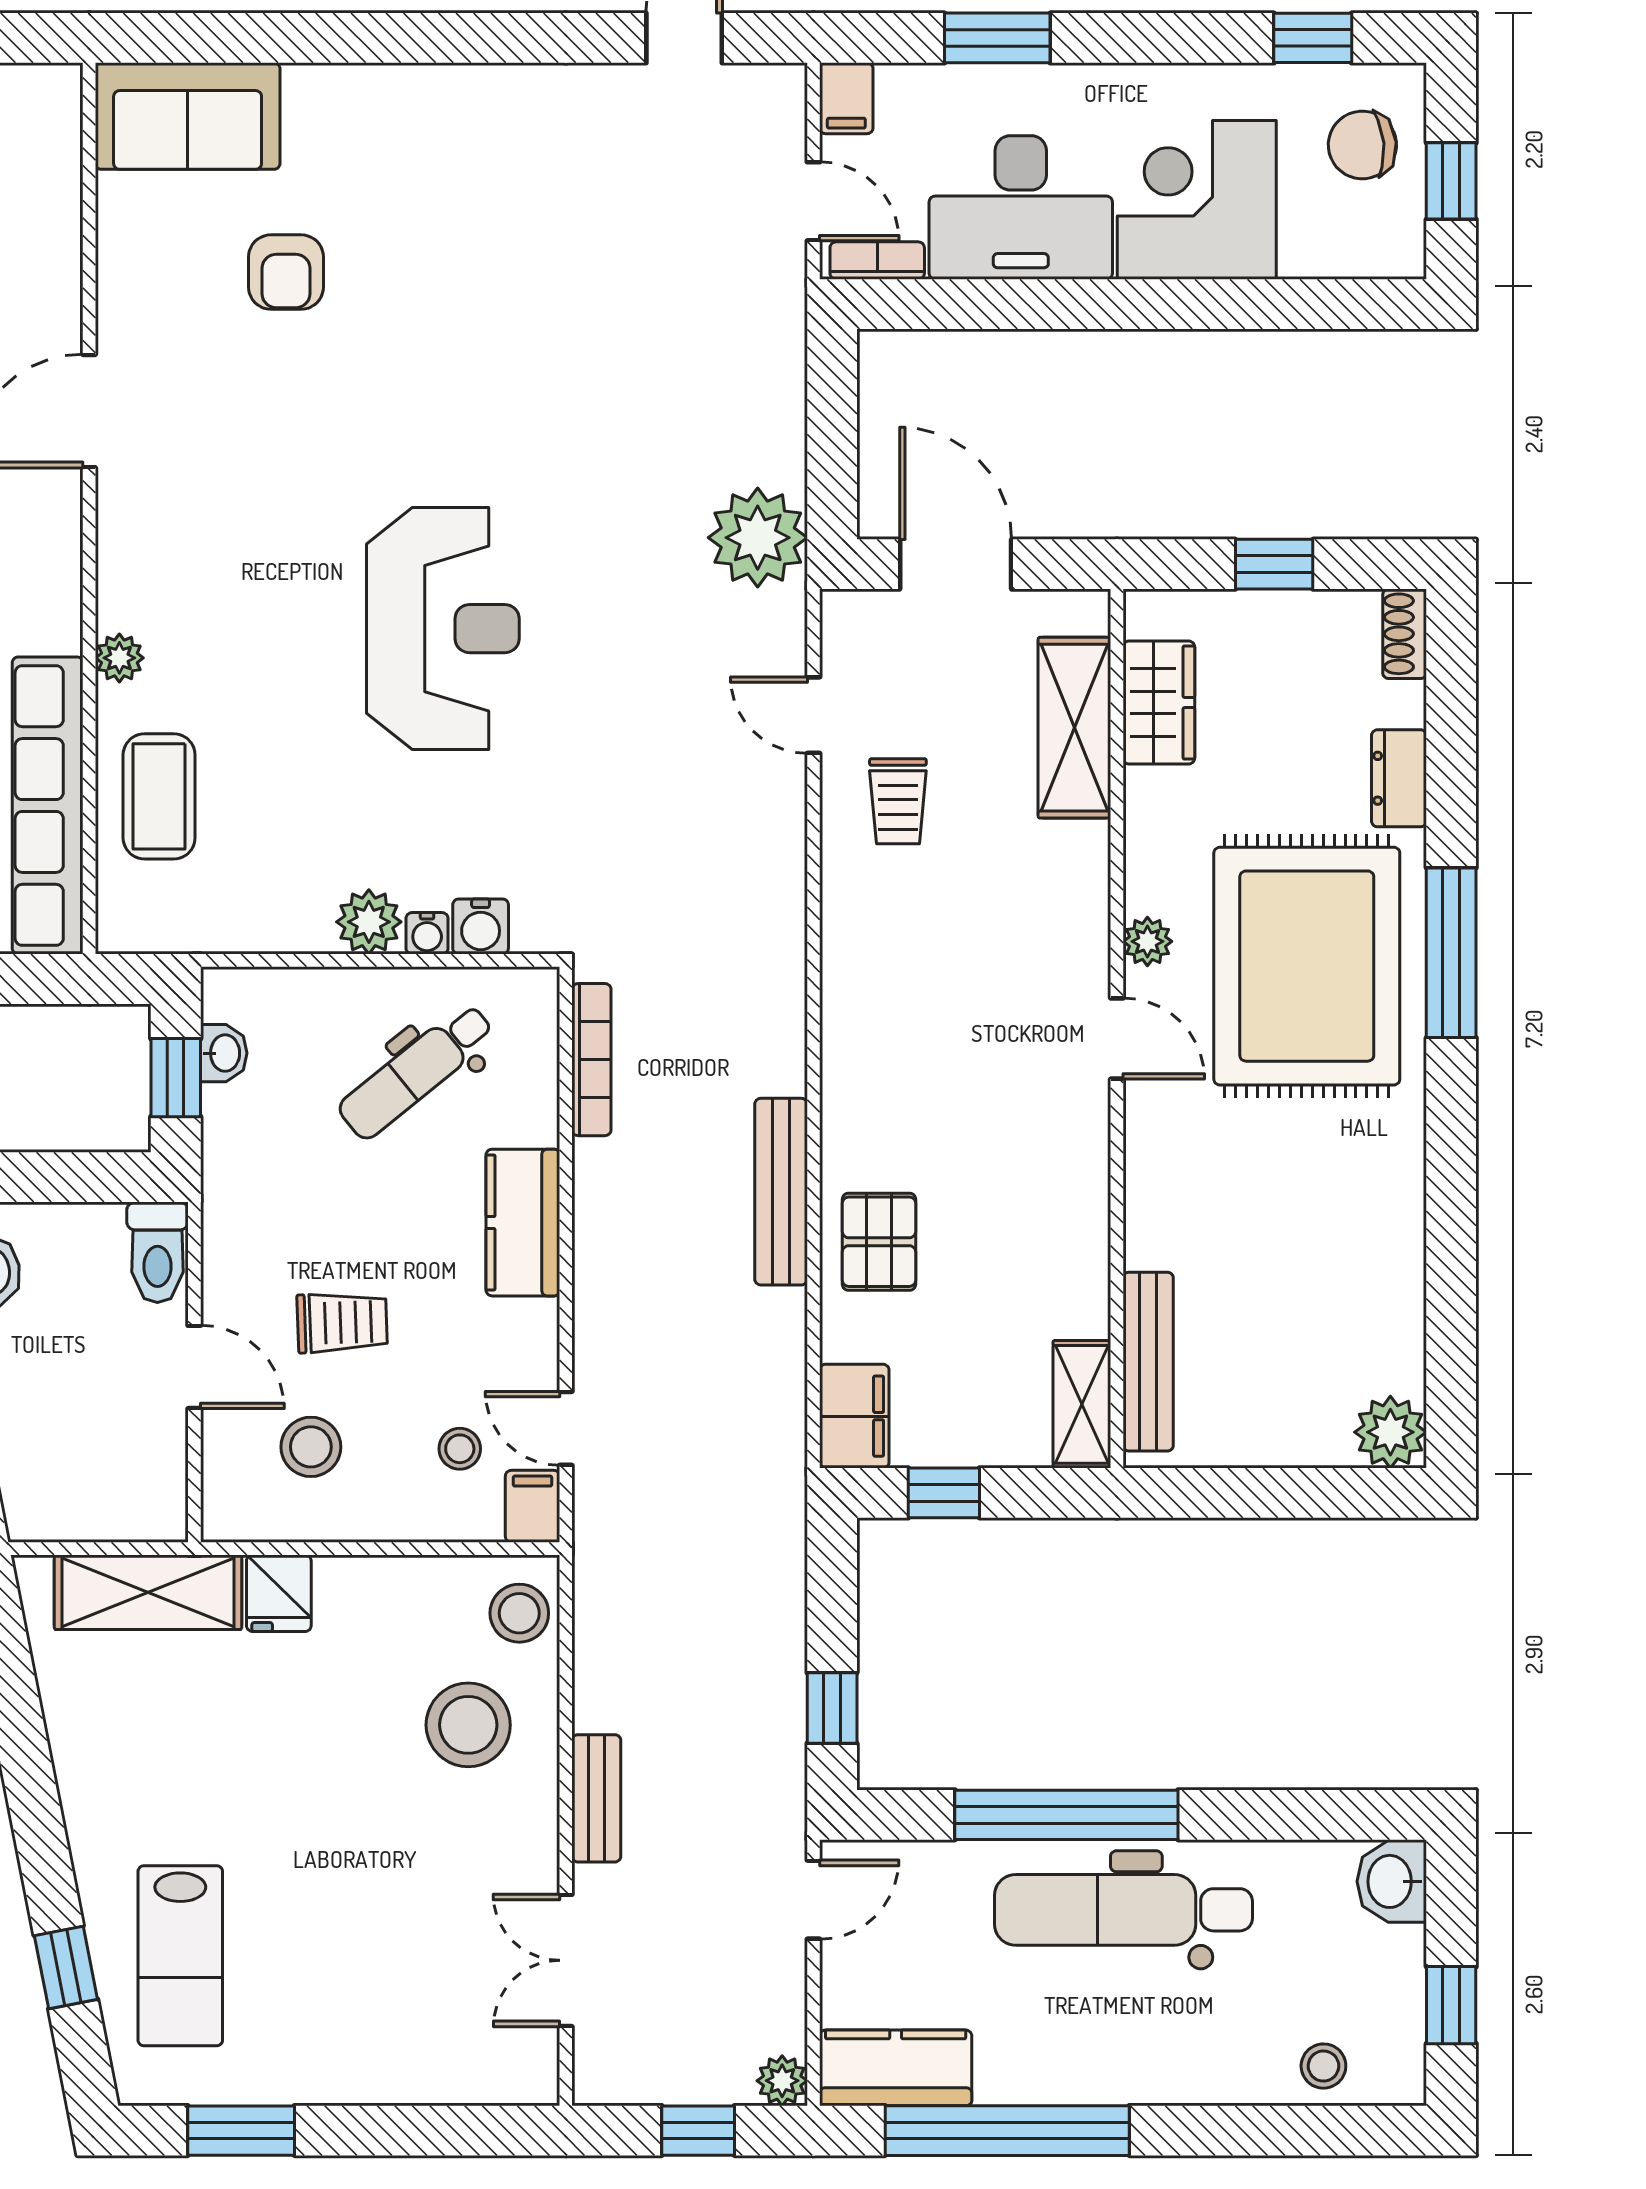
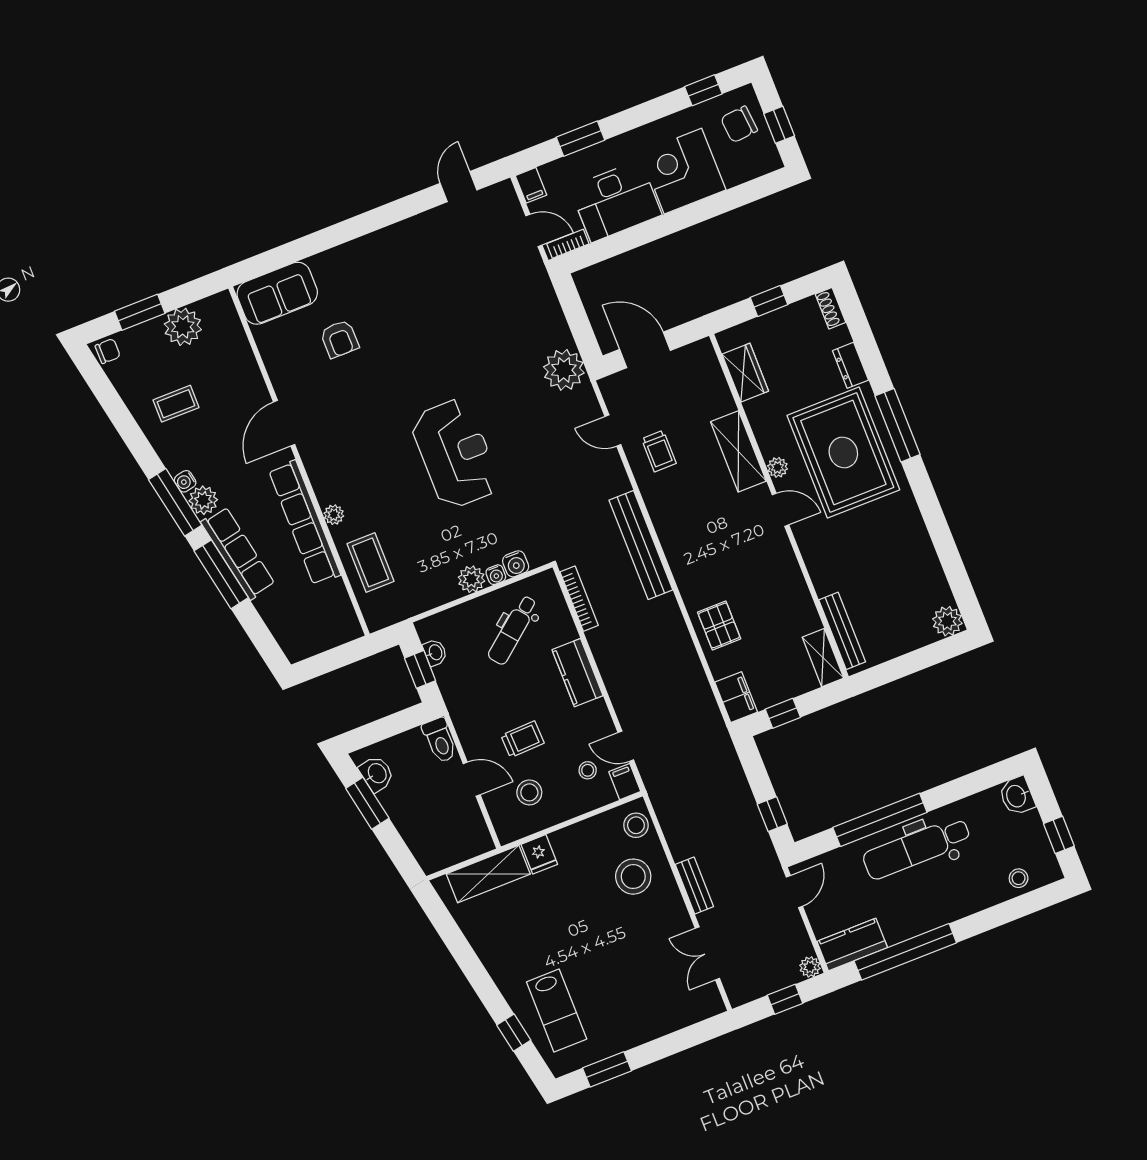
shelving: (1074, 728) -> (738, 451), moved
row of seats: (48, 806) -> (305, 523), moved
bench: (781, 1192) -> (641, 545), moved, width x1.37, depth x1.21

